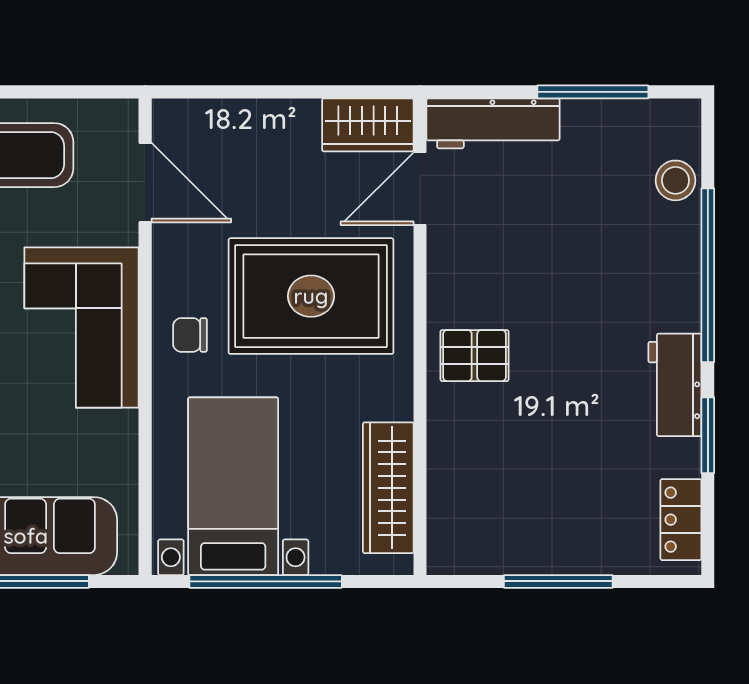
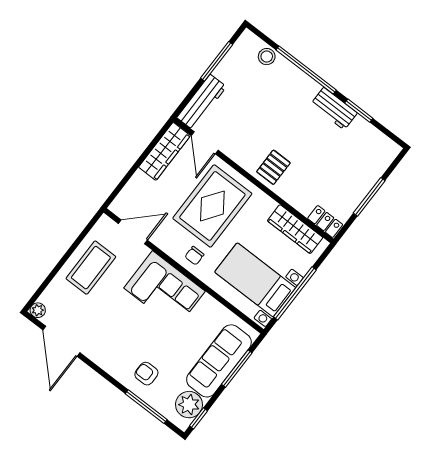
wardrobe: (368, 125) -> (165, 151), width x1.50
locker: (681, 520) -> (325, 222), moved, turned 180

